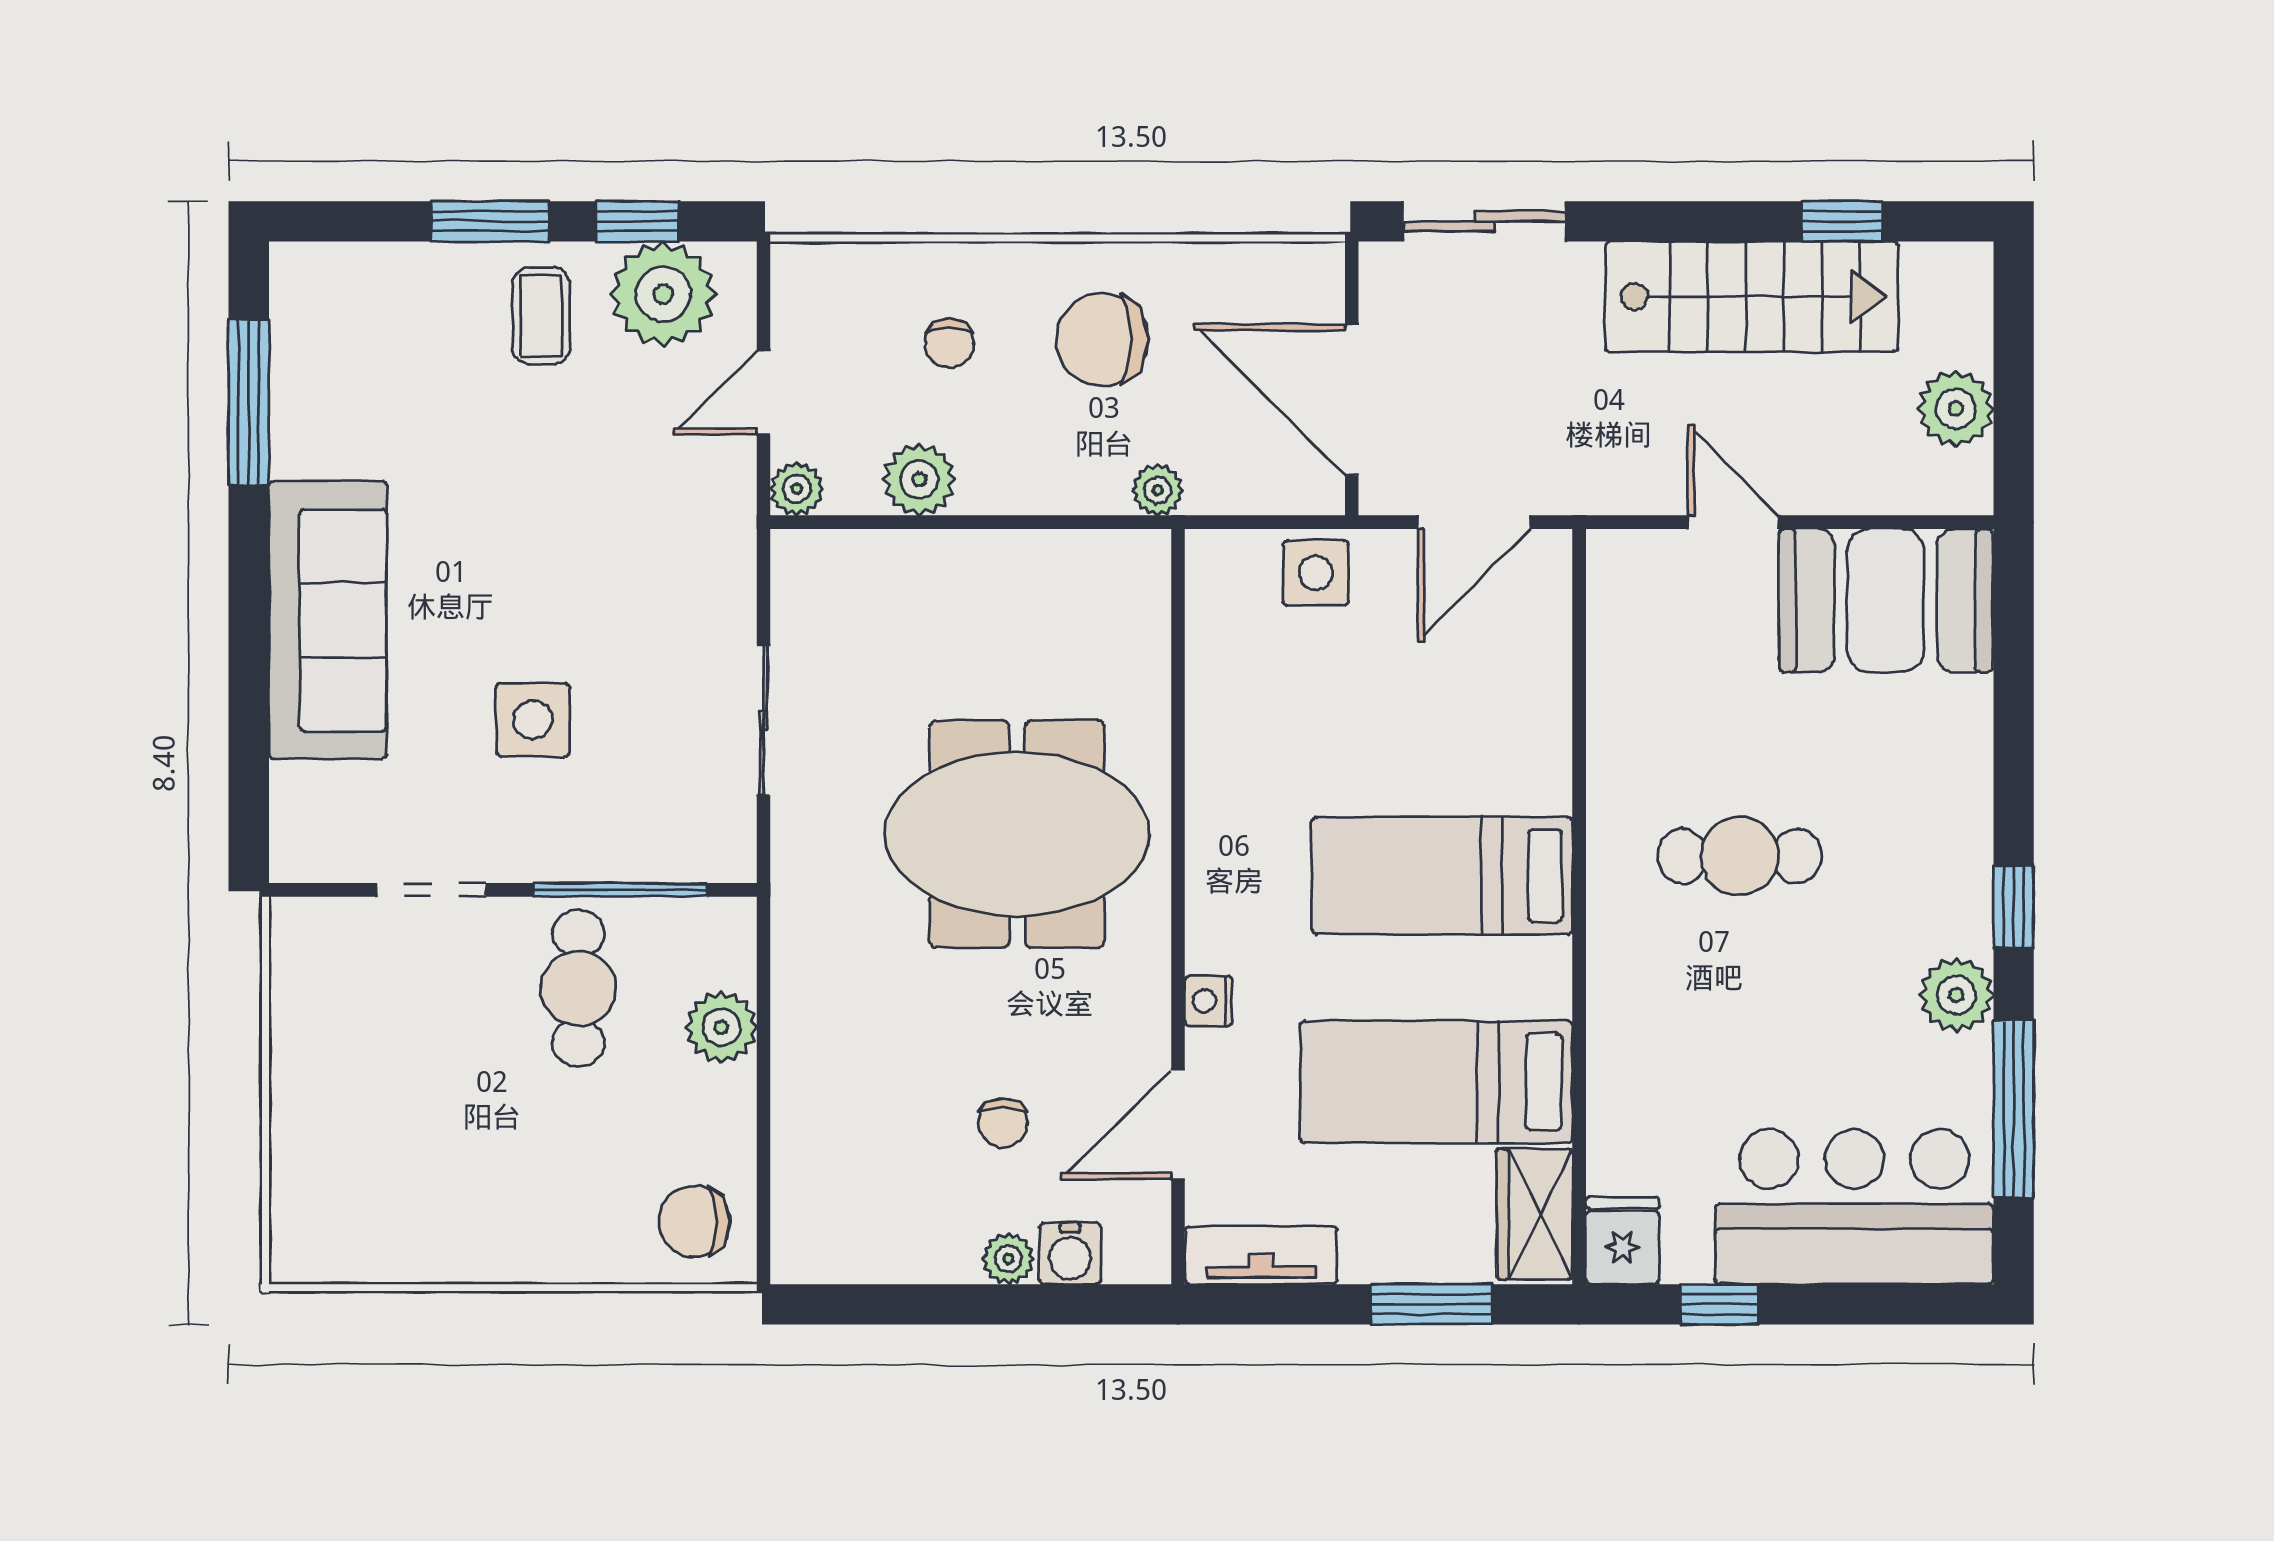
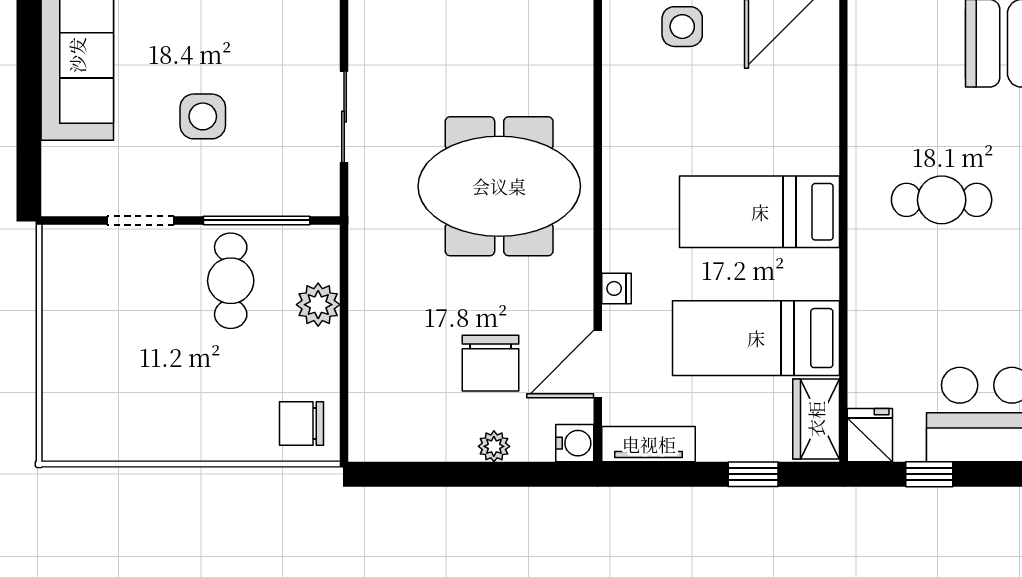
chair: (1003, 1123) -> (490, 363), width x1.87, depth x1.87
water cooler: (1070, 1253) -> (575, 443), moved, turned -90
window: (1432, 1304) -> (753, 474), width x0.67

